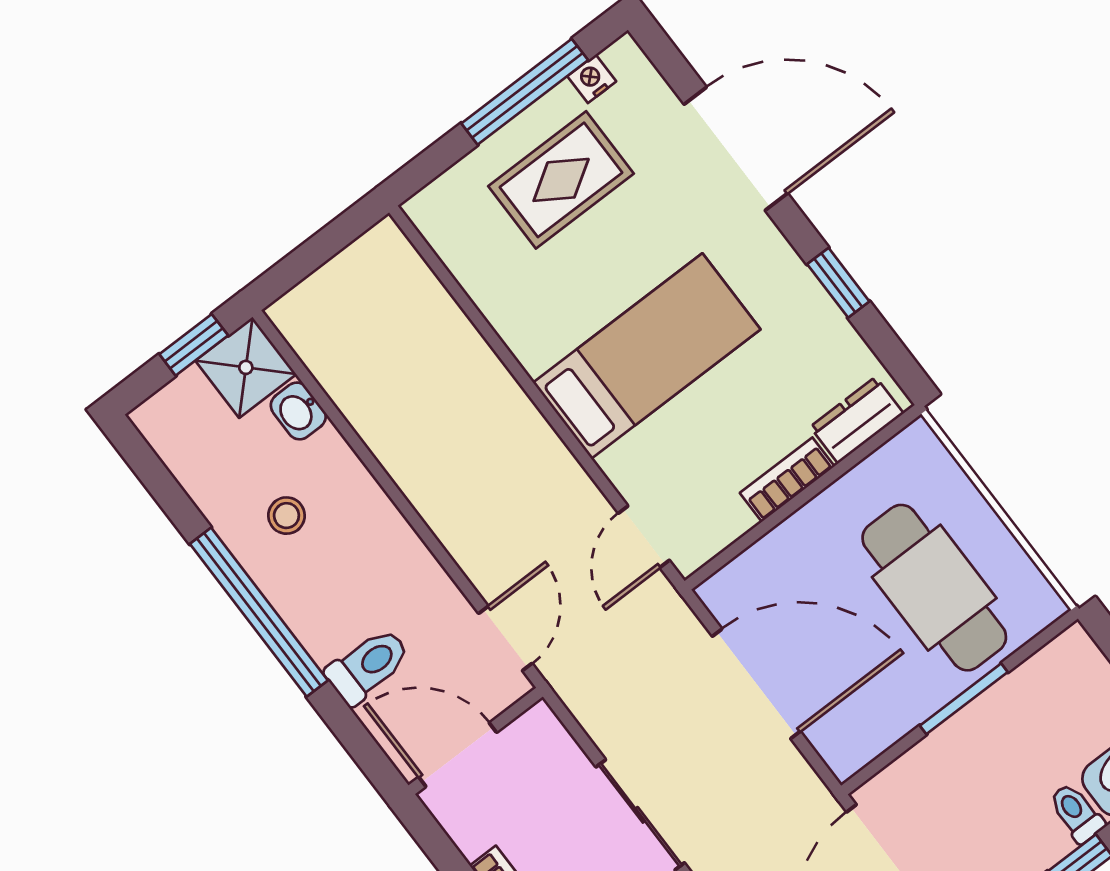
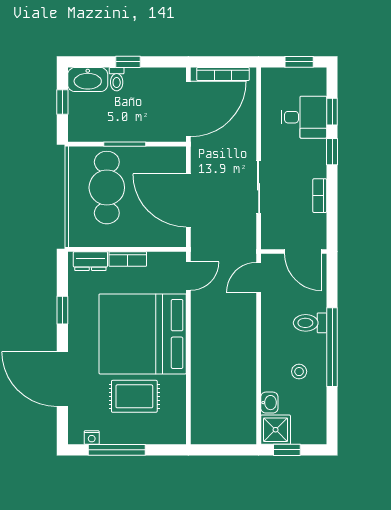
rug: (561, 180) -> (134, 396), moved
bed: (647, 356) -> (143, 334), width x2.04
toilet: (368, 666) -> (310, 323), moved

